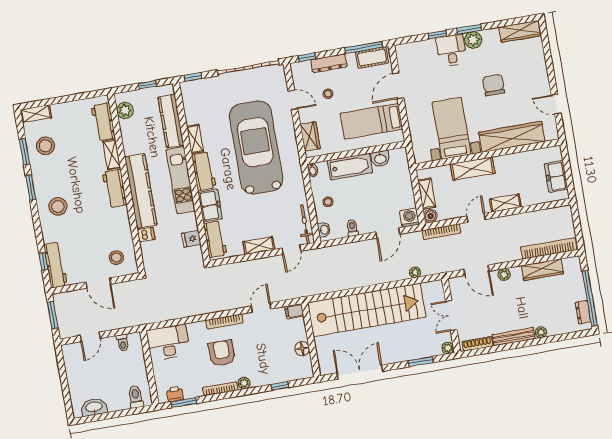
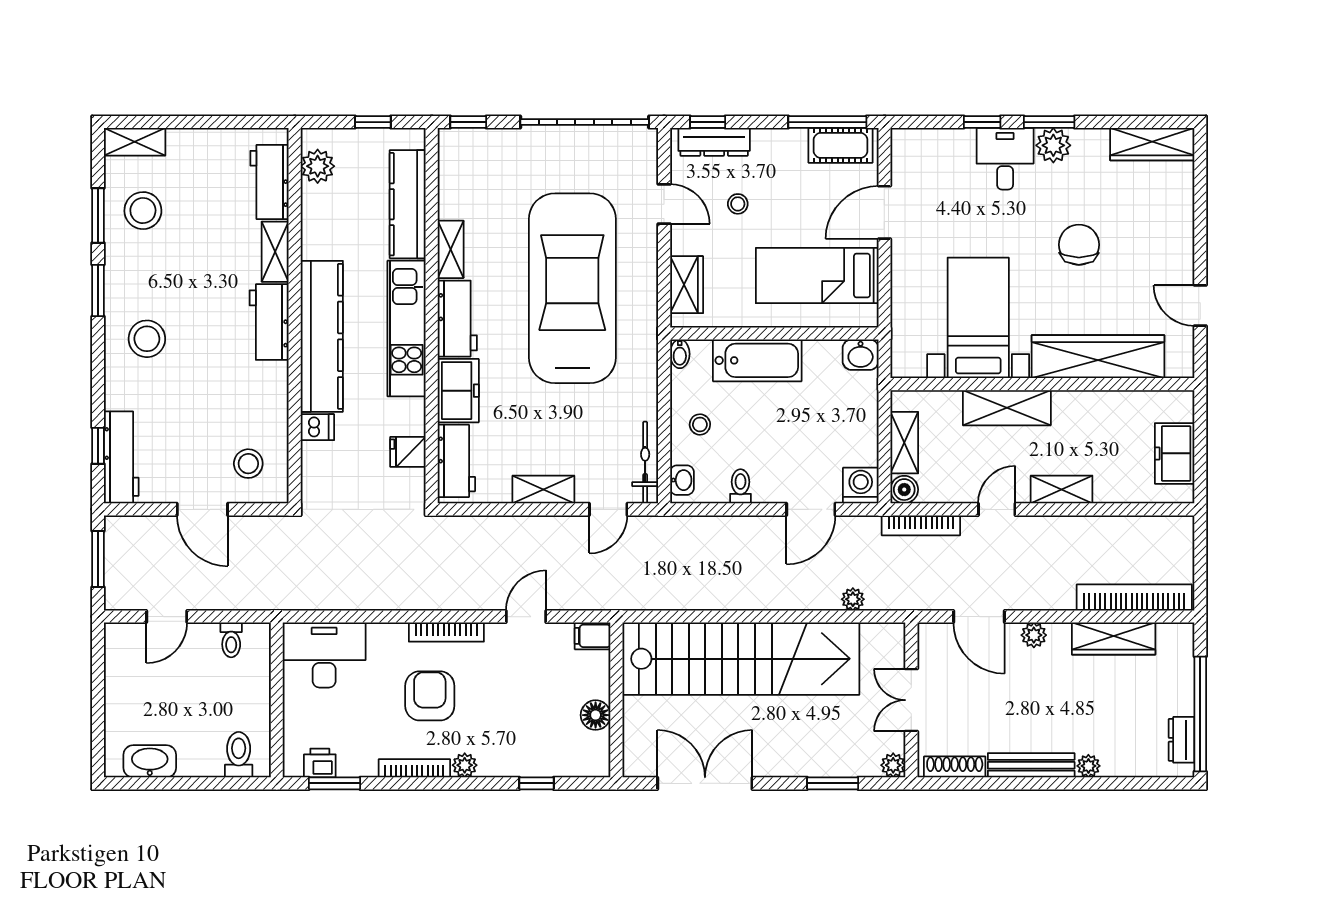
dresser: (329, 63) -> (714, 142), moved
washbasin: (380, 159) -> (861, 355), moved

